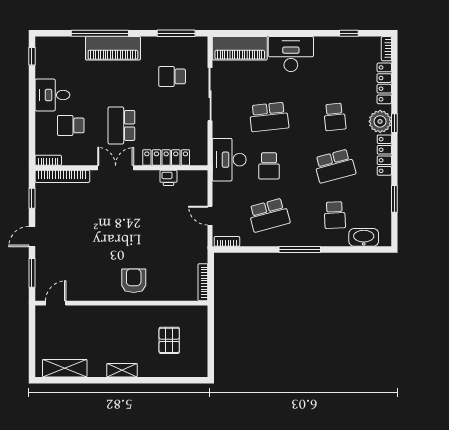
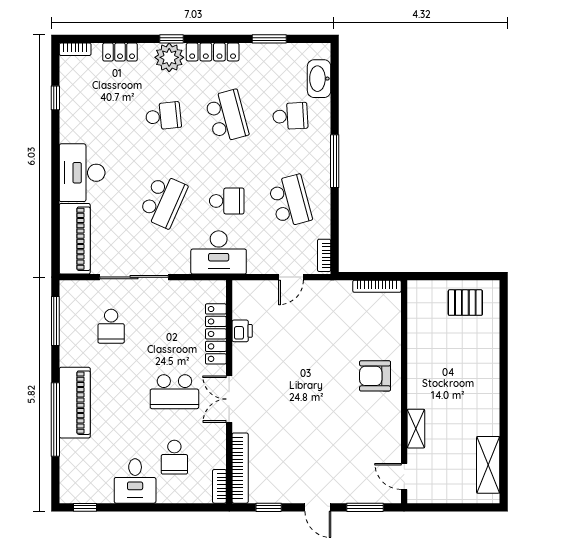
locker: (384, 83) -> (120, 52), width x0.66
school desk: (269, 117) -> (163, 201), turned 30
pallet: (169, 340) -> (465, 303), moved
shelving: (122, 370) -> (416, 429), moved

